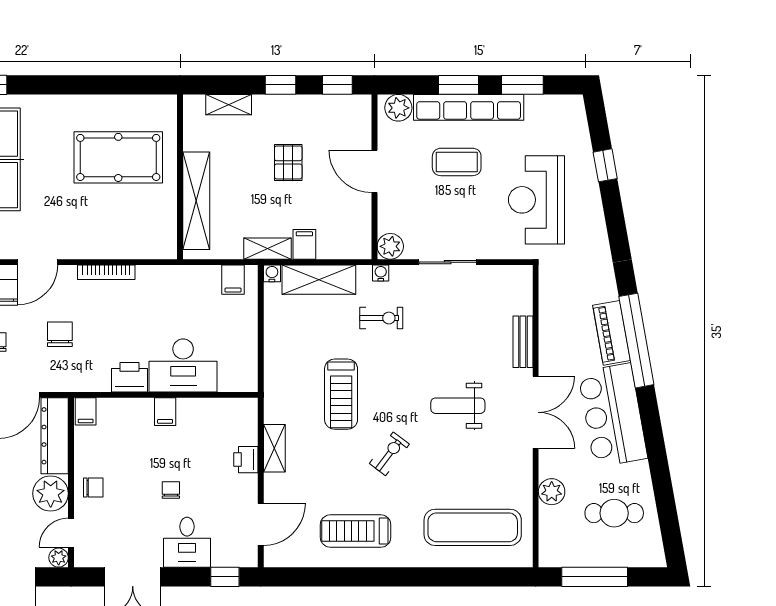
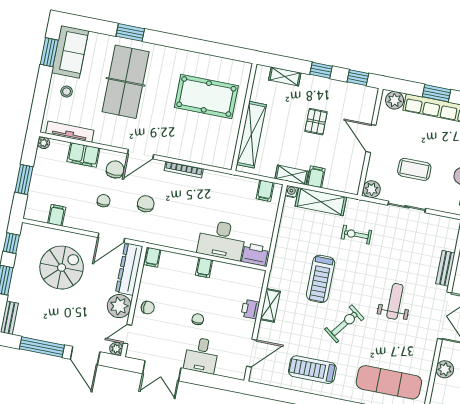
coffee table: (457, 162) -> (414, 169), moved
water cooler: (381, 273) -> (362, 205), removed
exercise bike: (381, 318) -> (356, 235), turned 180
printer: (129, 377) -> (255, 254), moved
weight bench: (458, 406) -> (395, 301), turned 90
exercise bike: (389, 454) -> (344, 324), width x1.38, depth x1.39
window: (225, 577) -> (222, 383), removed

